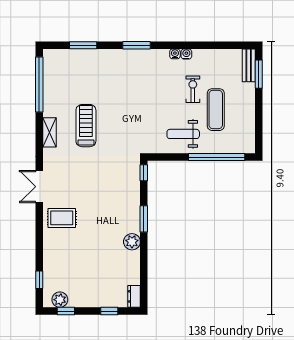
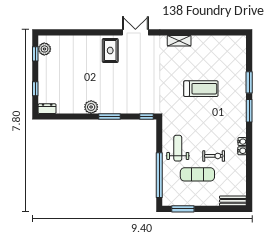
window: (83, 45) -> (249, 82), moved
window: (259, 74) -> (183, 209), moved
window: (39, 84) -> (218, 32), removed
treadmill: (86, 126) -> (201, 89), moved
window: (39, 280) -> (60, 32), removed

